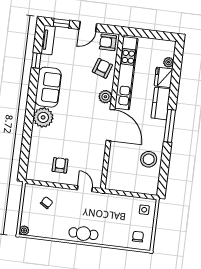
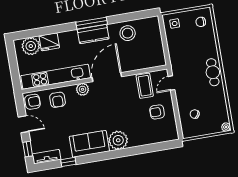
armchair: (108, 42) -> (32, 102), turned -90
plant: (169, 62) -> (31, 46), width x1.88, depth x1.88
armchair: (102, 68) -> (58, 100), turned -109
kitchen counter: (161, 103) -> (93, 34), moved
coffee table: (90, 161) -> (145, 86), added

